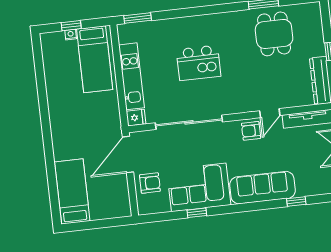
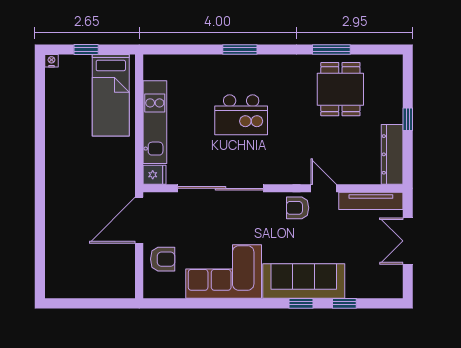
window: (138, 18) -> (240, 50), moved
nightstand: (71, 35) -> (51, 61), moved
door: (270, 113) -> (324, 188), swing flipped
bed: (72, 191) -> (64, 259), removed
window: (197, 213) -> (301, 303), moved

